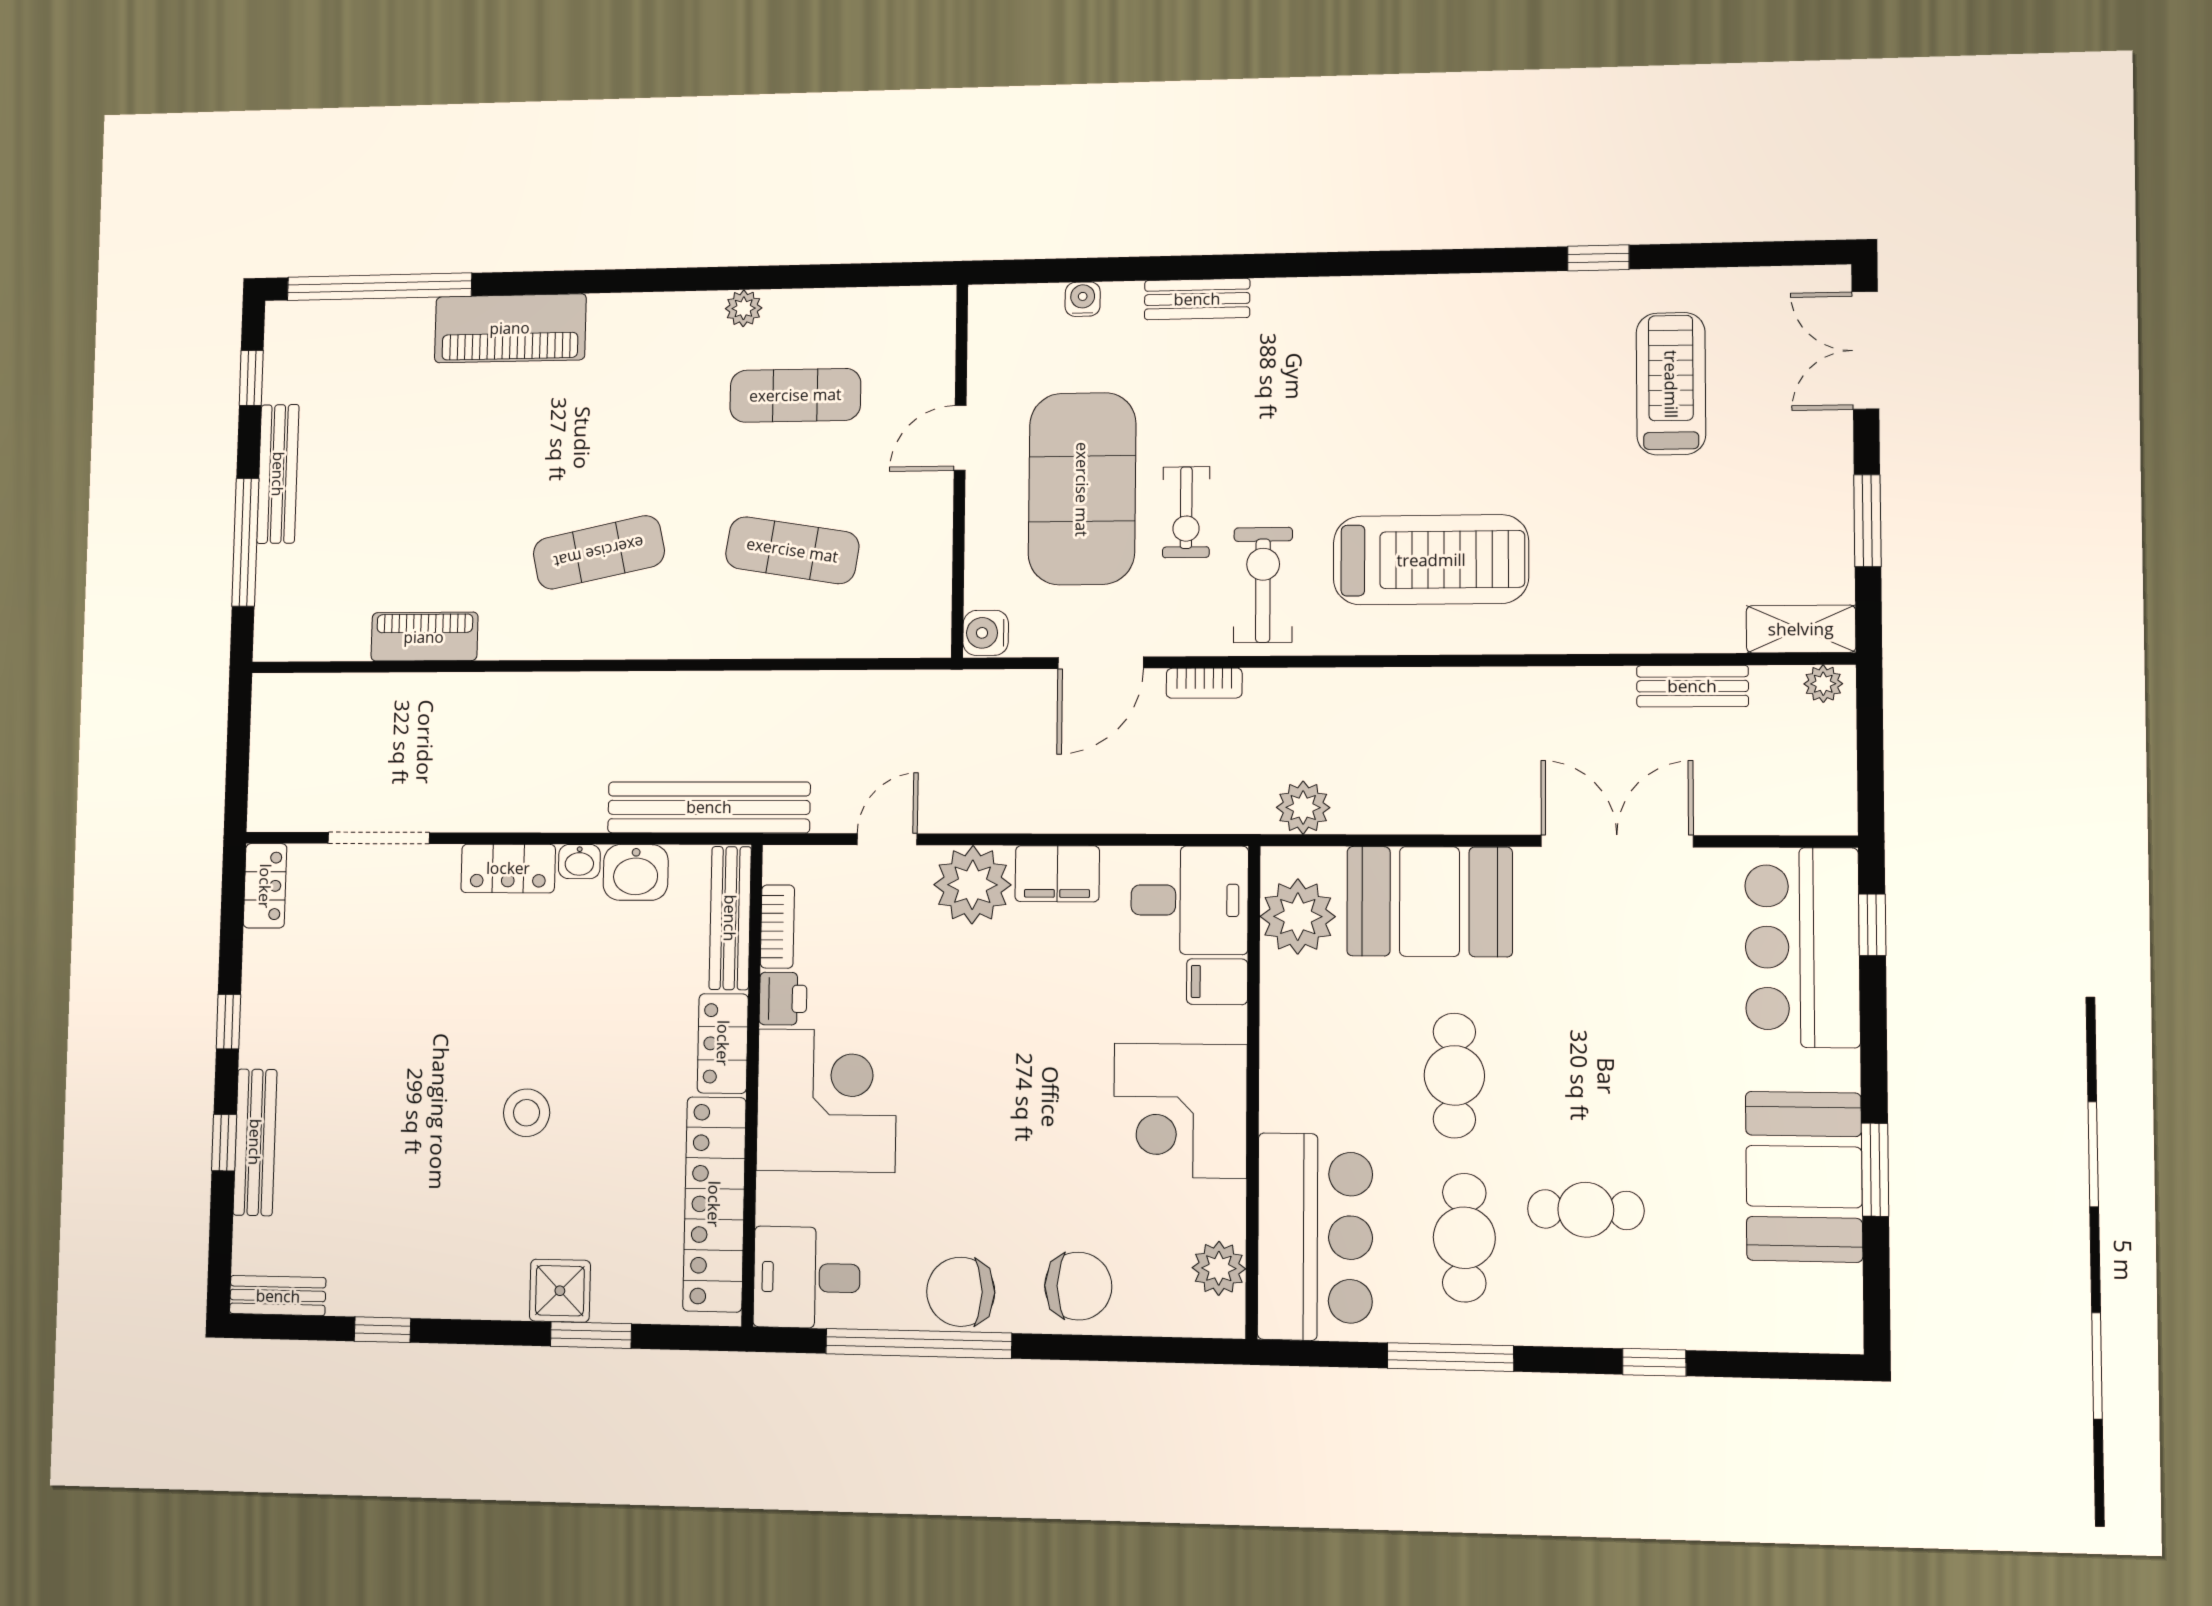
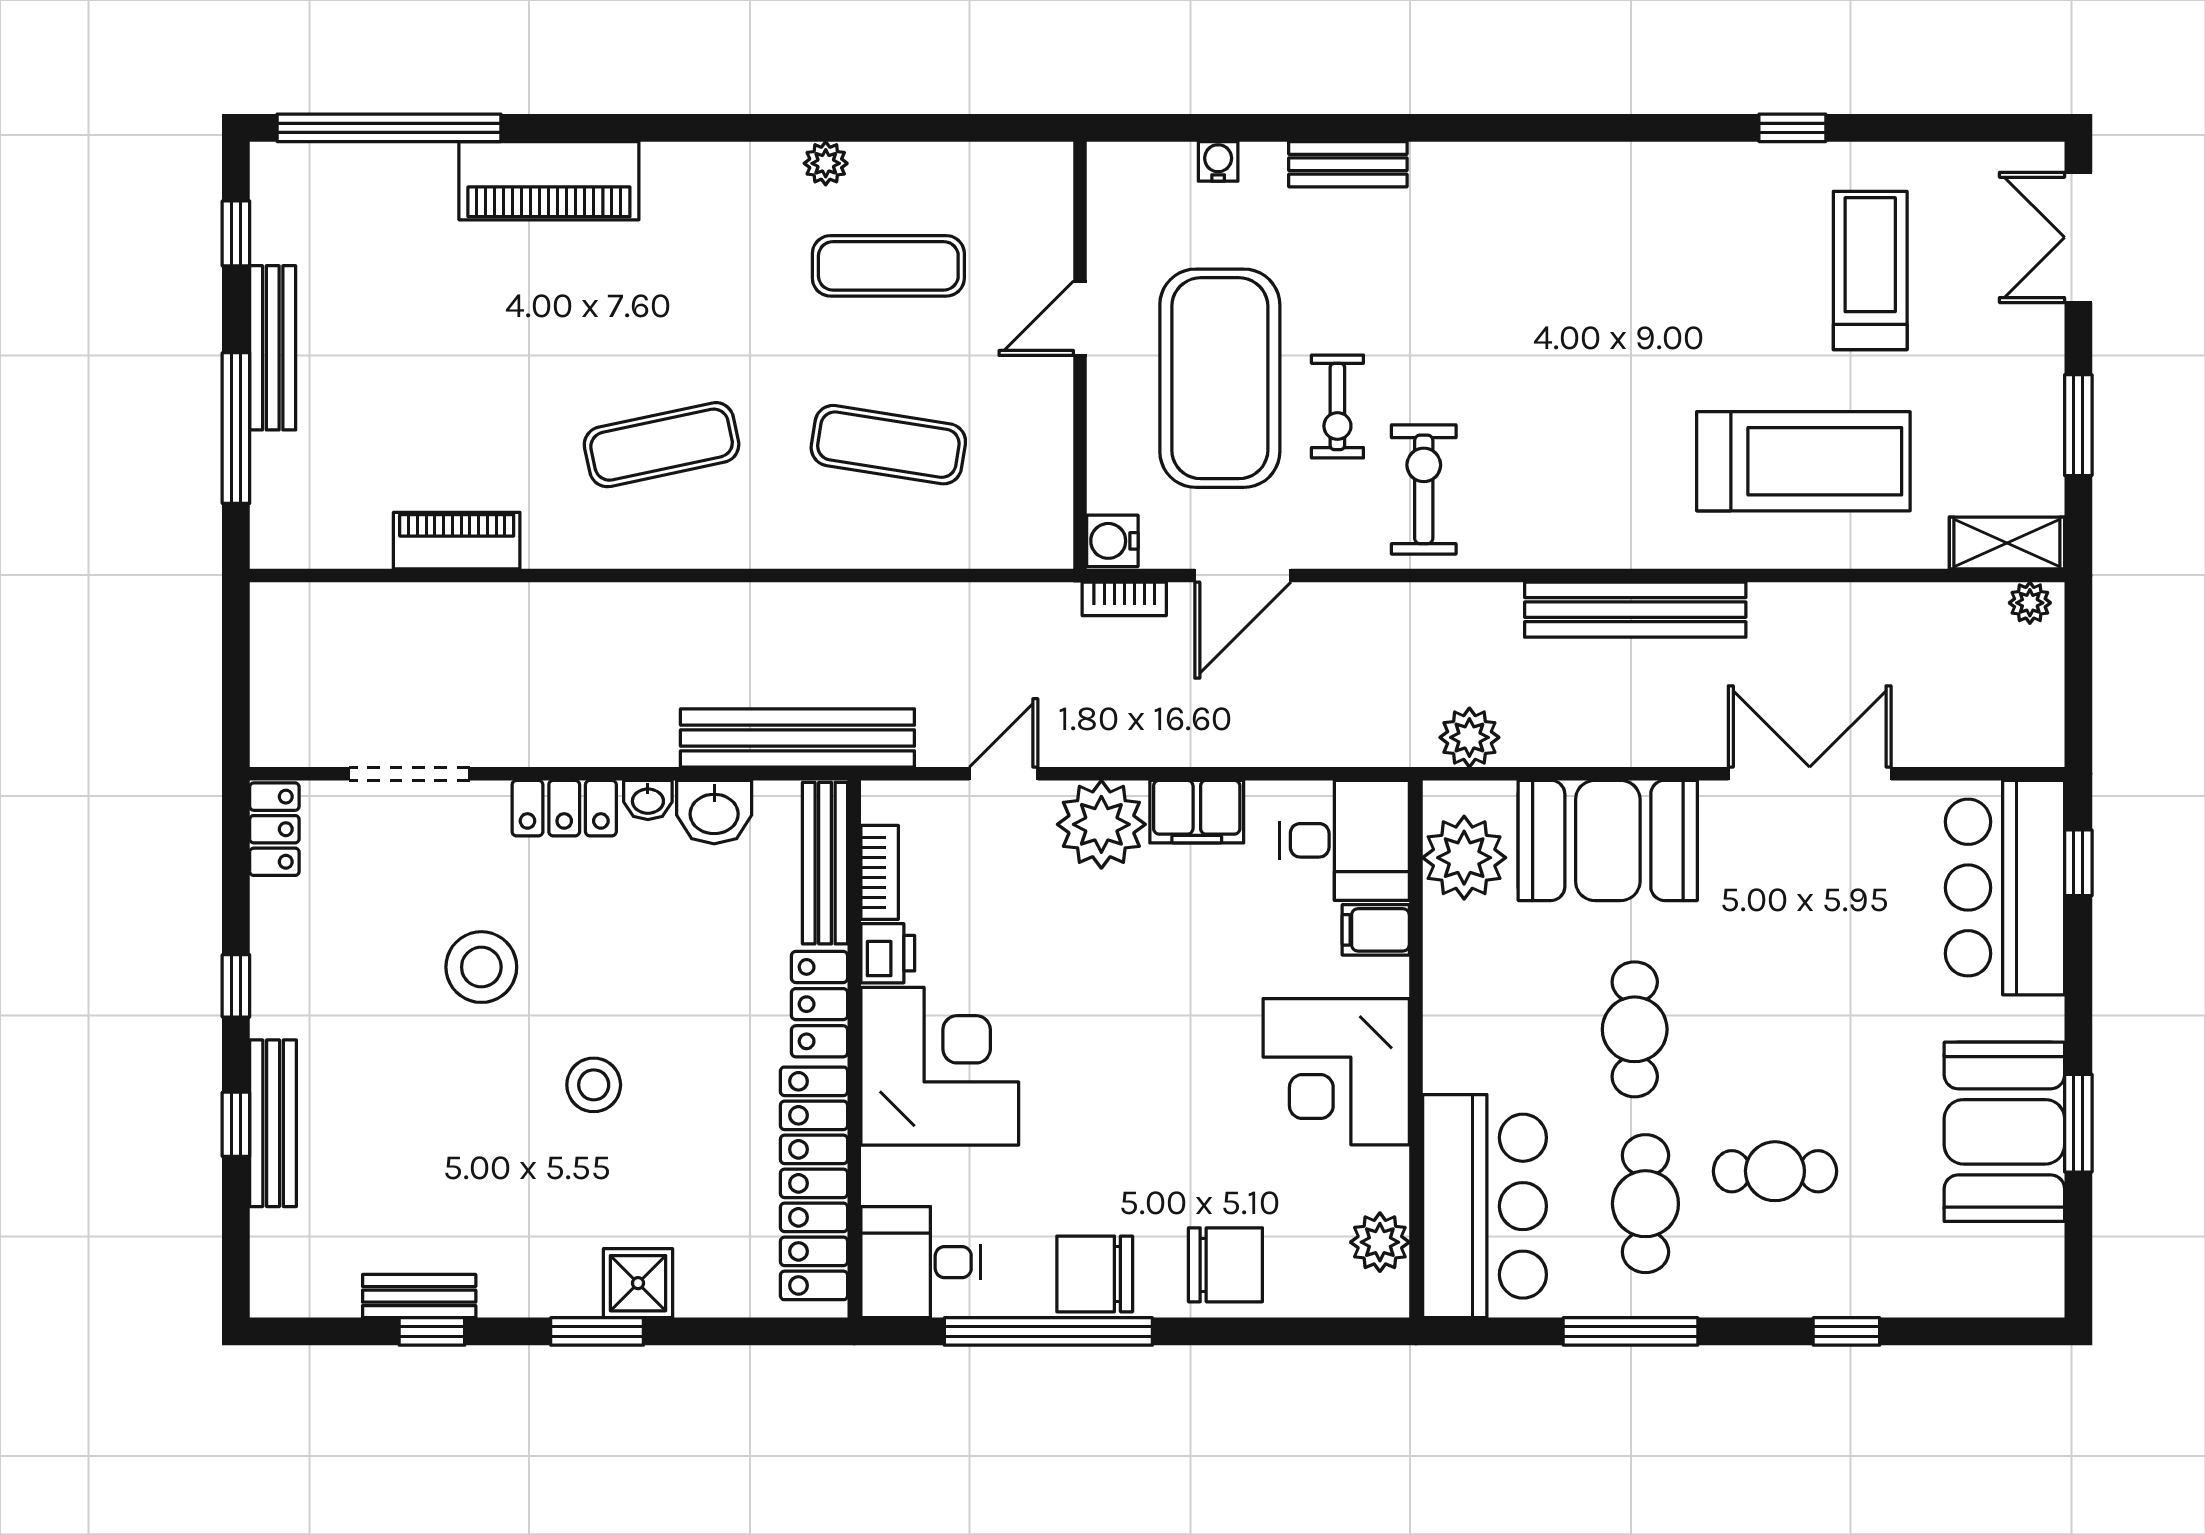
treadmill: (1431, 560) -> (1803, 461), moved
bookcase: (1204, 683) -> (1124, 599), moved
bench: (1692, 686) -> (1635, 610), moved, width x1.86, depth x1.21
stool: (434, 1007) -> (481, 967), added
bench: (278, 1296) -> (419, 1296), moved
window: (591, 1335) -> (597, 1331), moved

